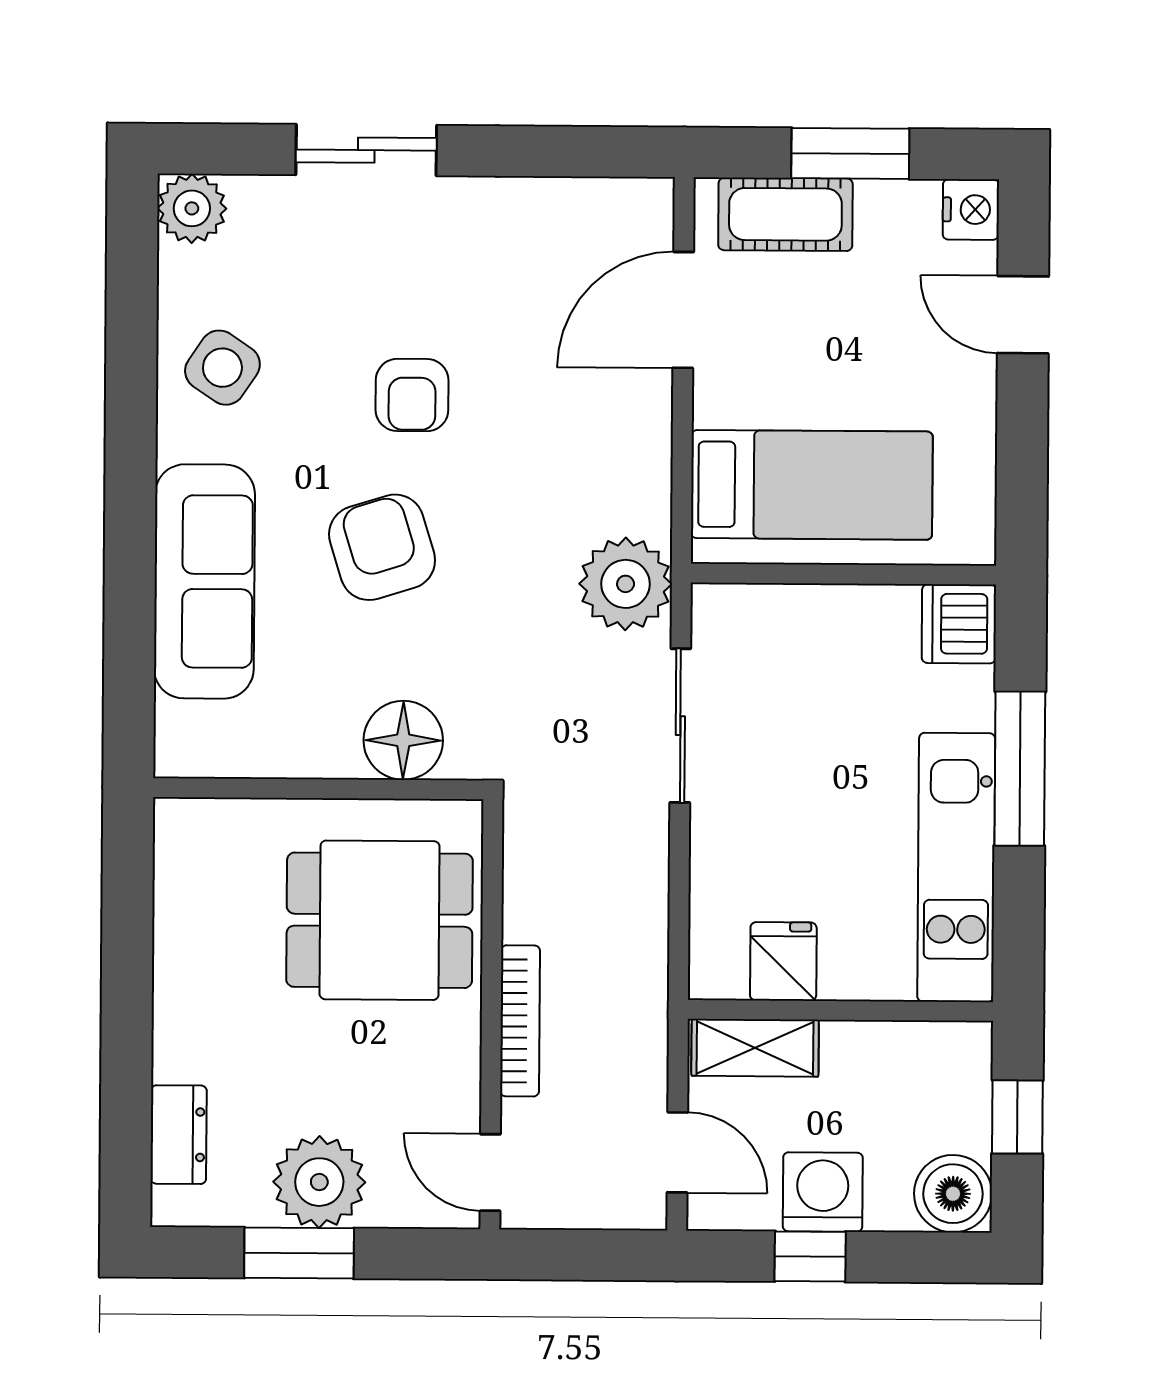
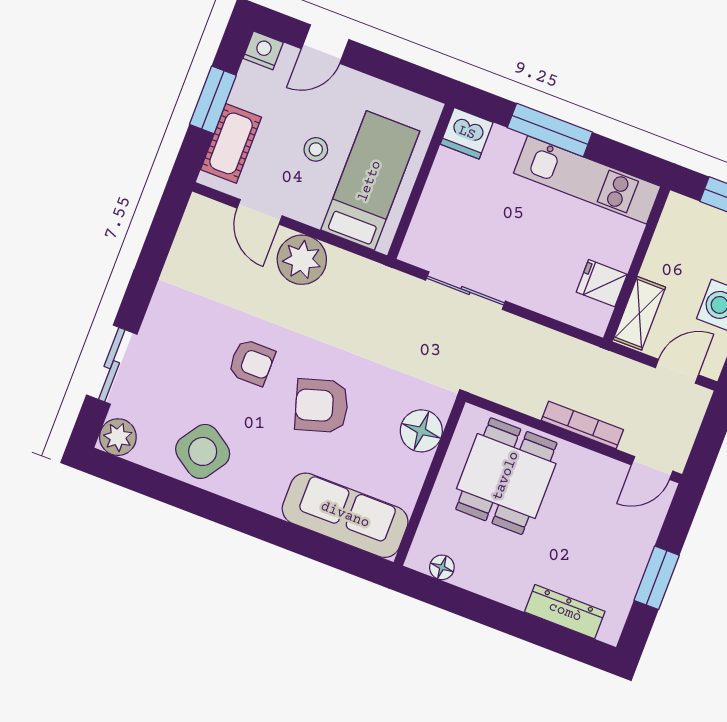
sliding door: (366, 150) -> (112, 365), moved
door: (683, 310) -> (260, 212), width x0.73
side table: (222, 368) -> (203, 451), width x1.37, depth x1.37
stool: (831, 368) -> (316, 149), added
sofa: (204, 581) -> (345, 515), moved
plant: (626, 584) -> (302, 260), moved
floor lamp: (176, 867) -> (442, 567), added
dresser: (179, 1135) -> (565, 612), width x1.44
plant: (319, 1182) -> (625, 555), removed

